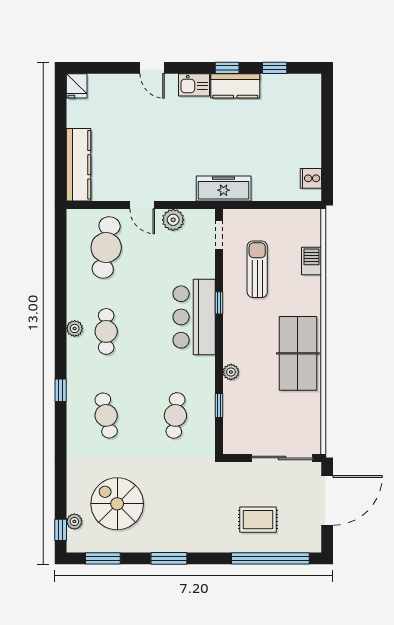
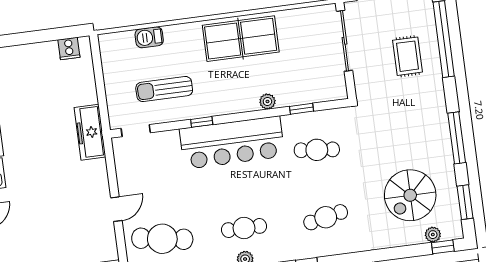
plant: (173, 220) -> (127, 177), removed
bar counter: (194, 317) -> (232, 143), width x1.36
window: (169, 558) -> (457, 138), width x1.44

